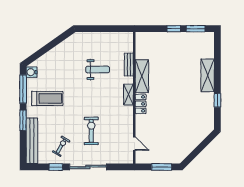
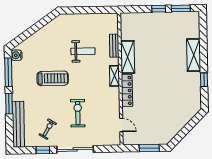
treadmill: (47, 98) -> (53, 78), moved
locker: (141, 104) -> (127, 90), width x1.53

